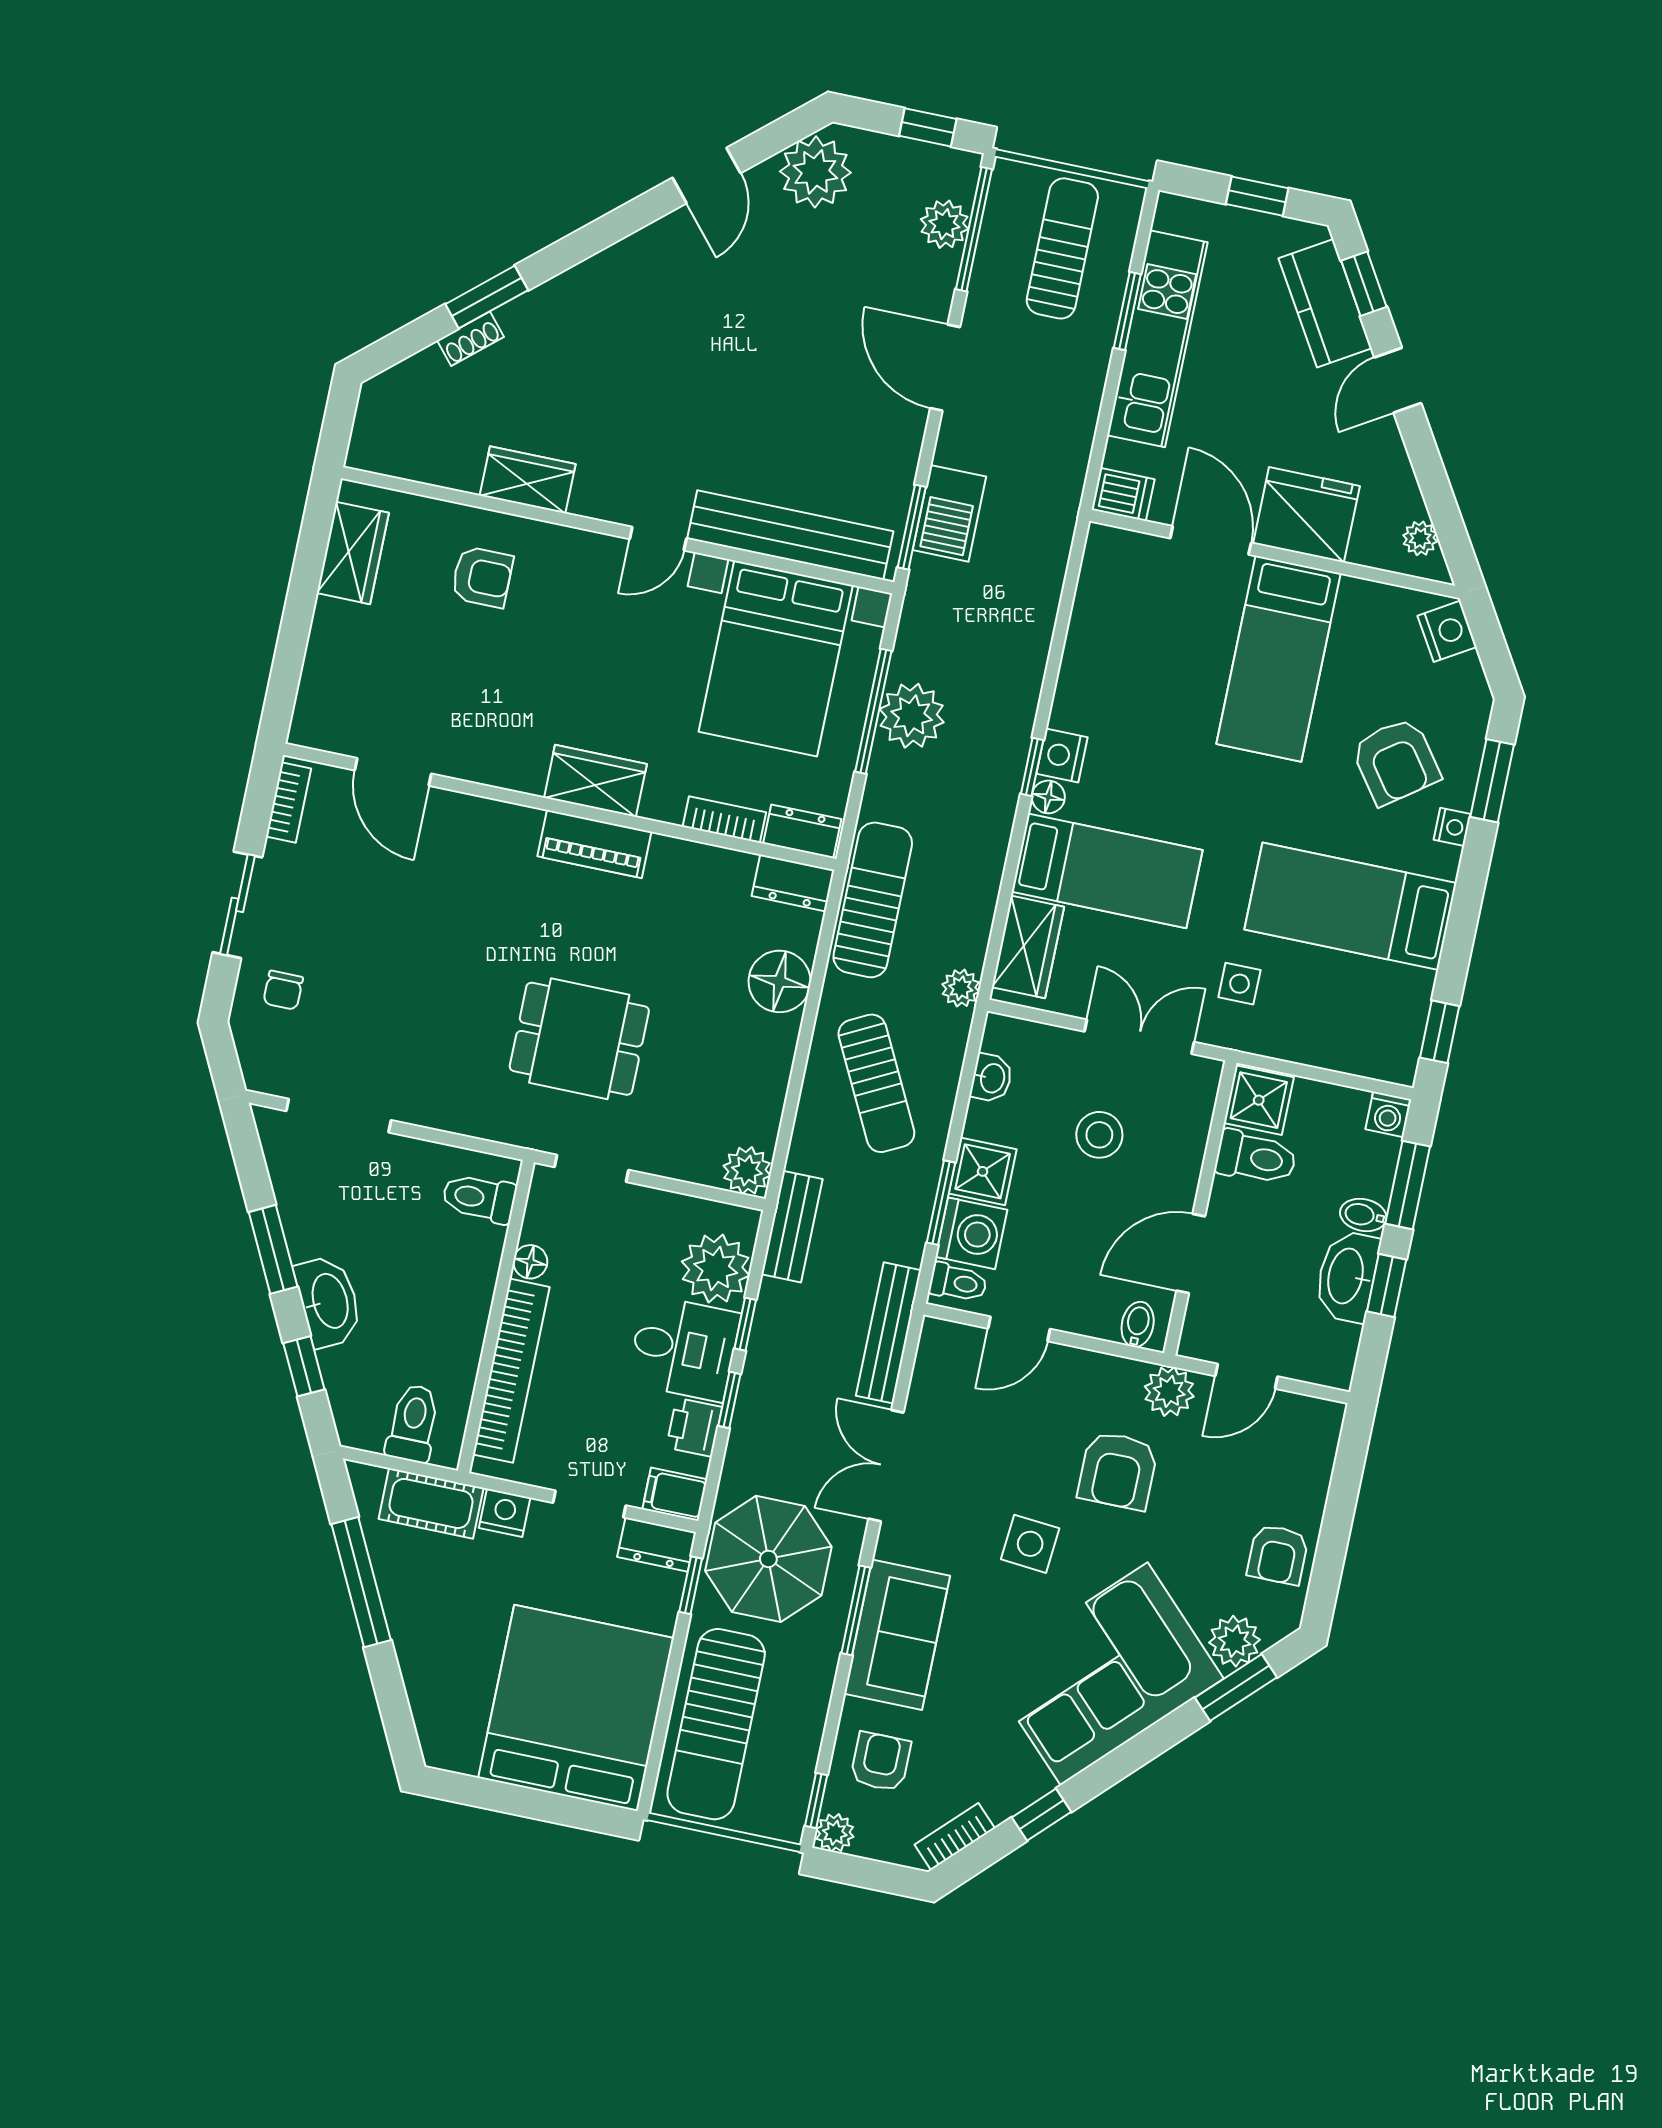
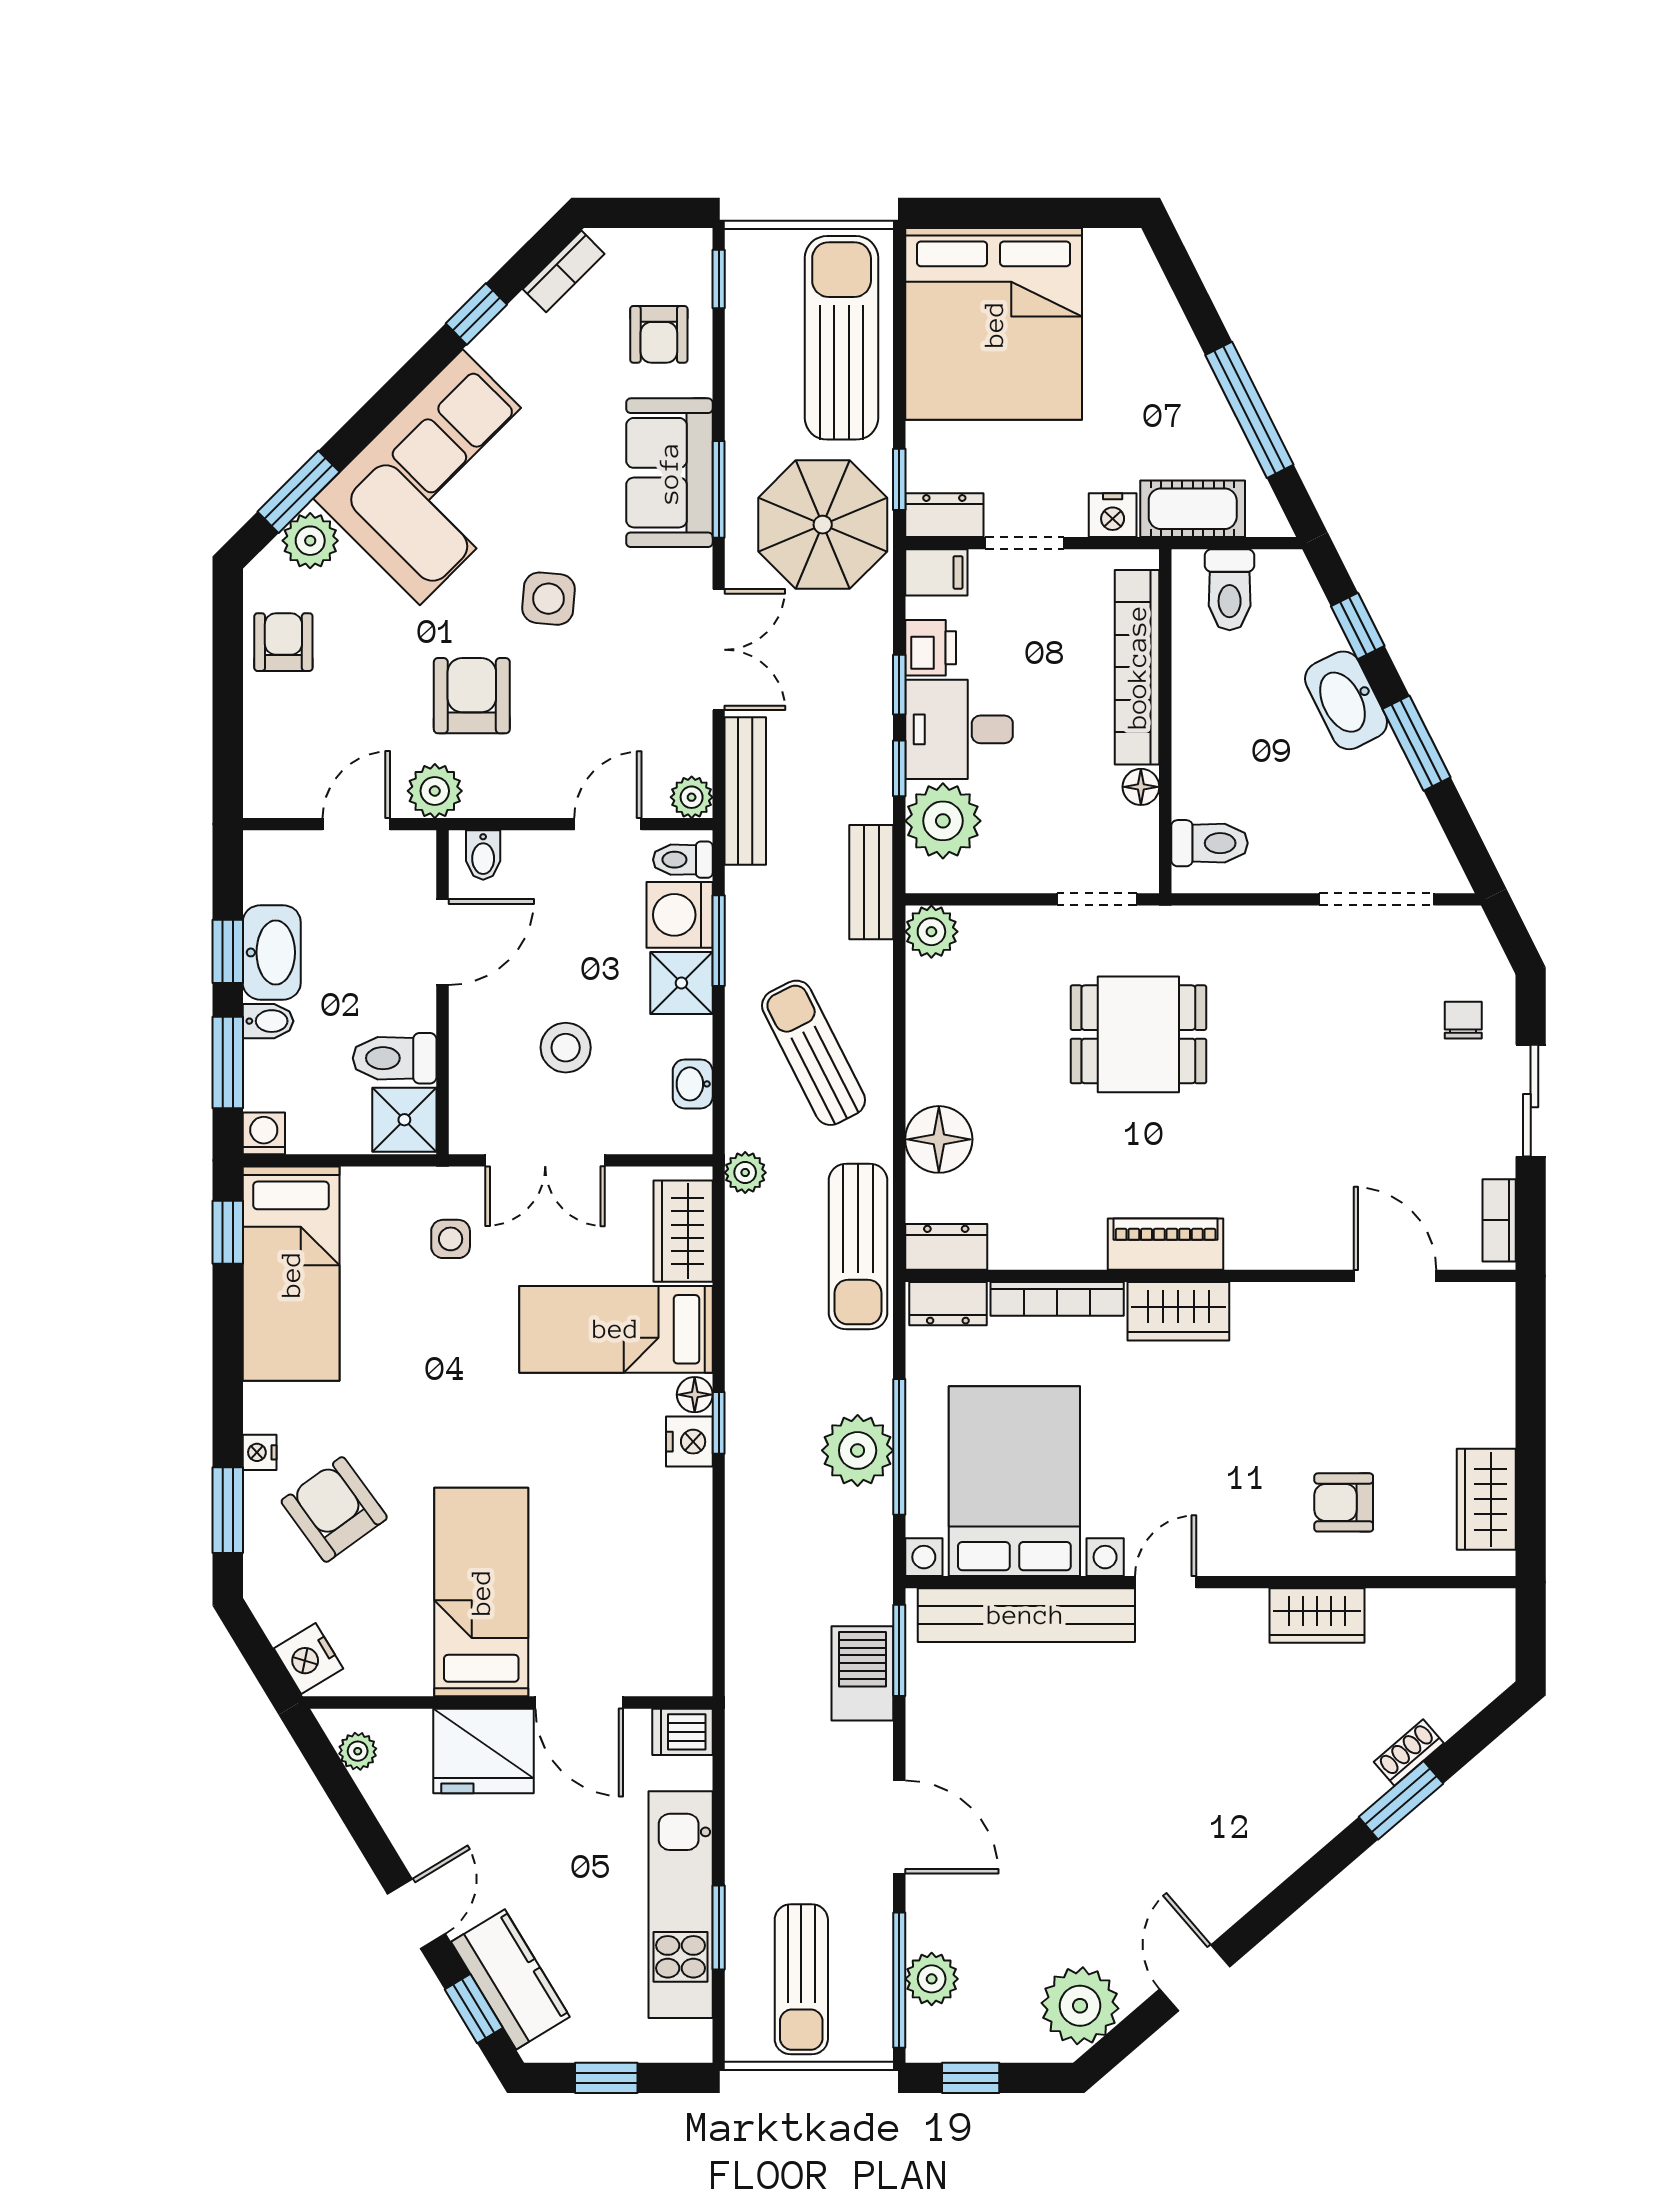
bookcase: (724, 819) -> (1057, 1299), width x1.56
bed: (1350, 906) -> (291, 1274), moved, turned 90
plant: (835, 1833) -> (692, 797), moved

